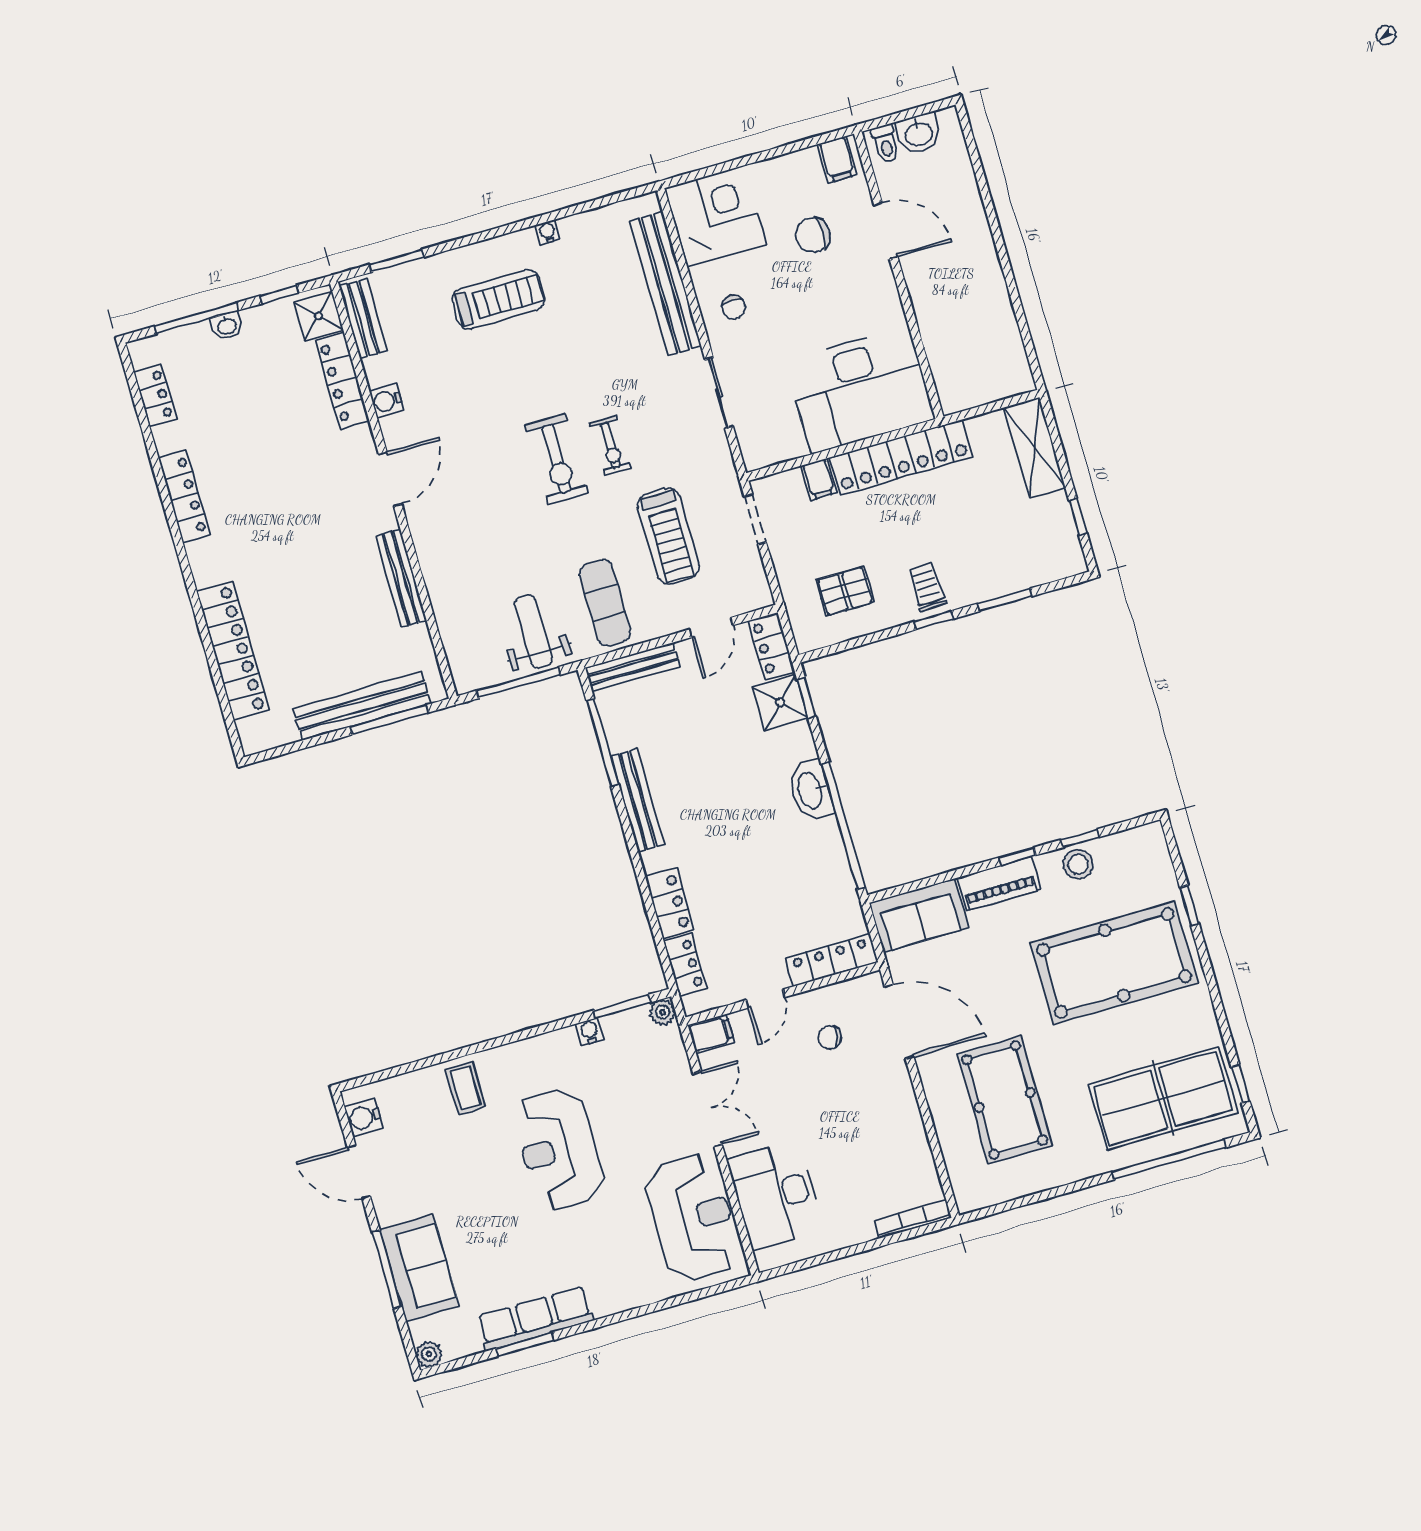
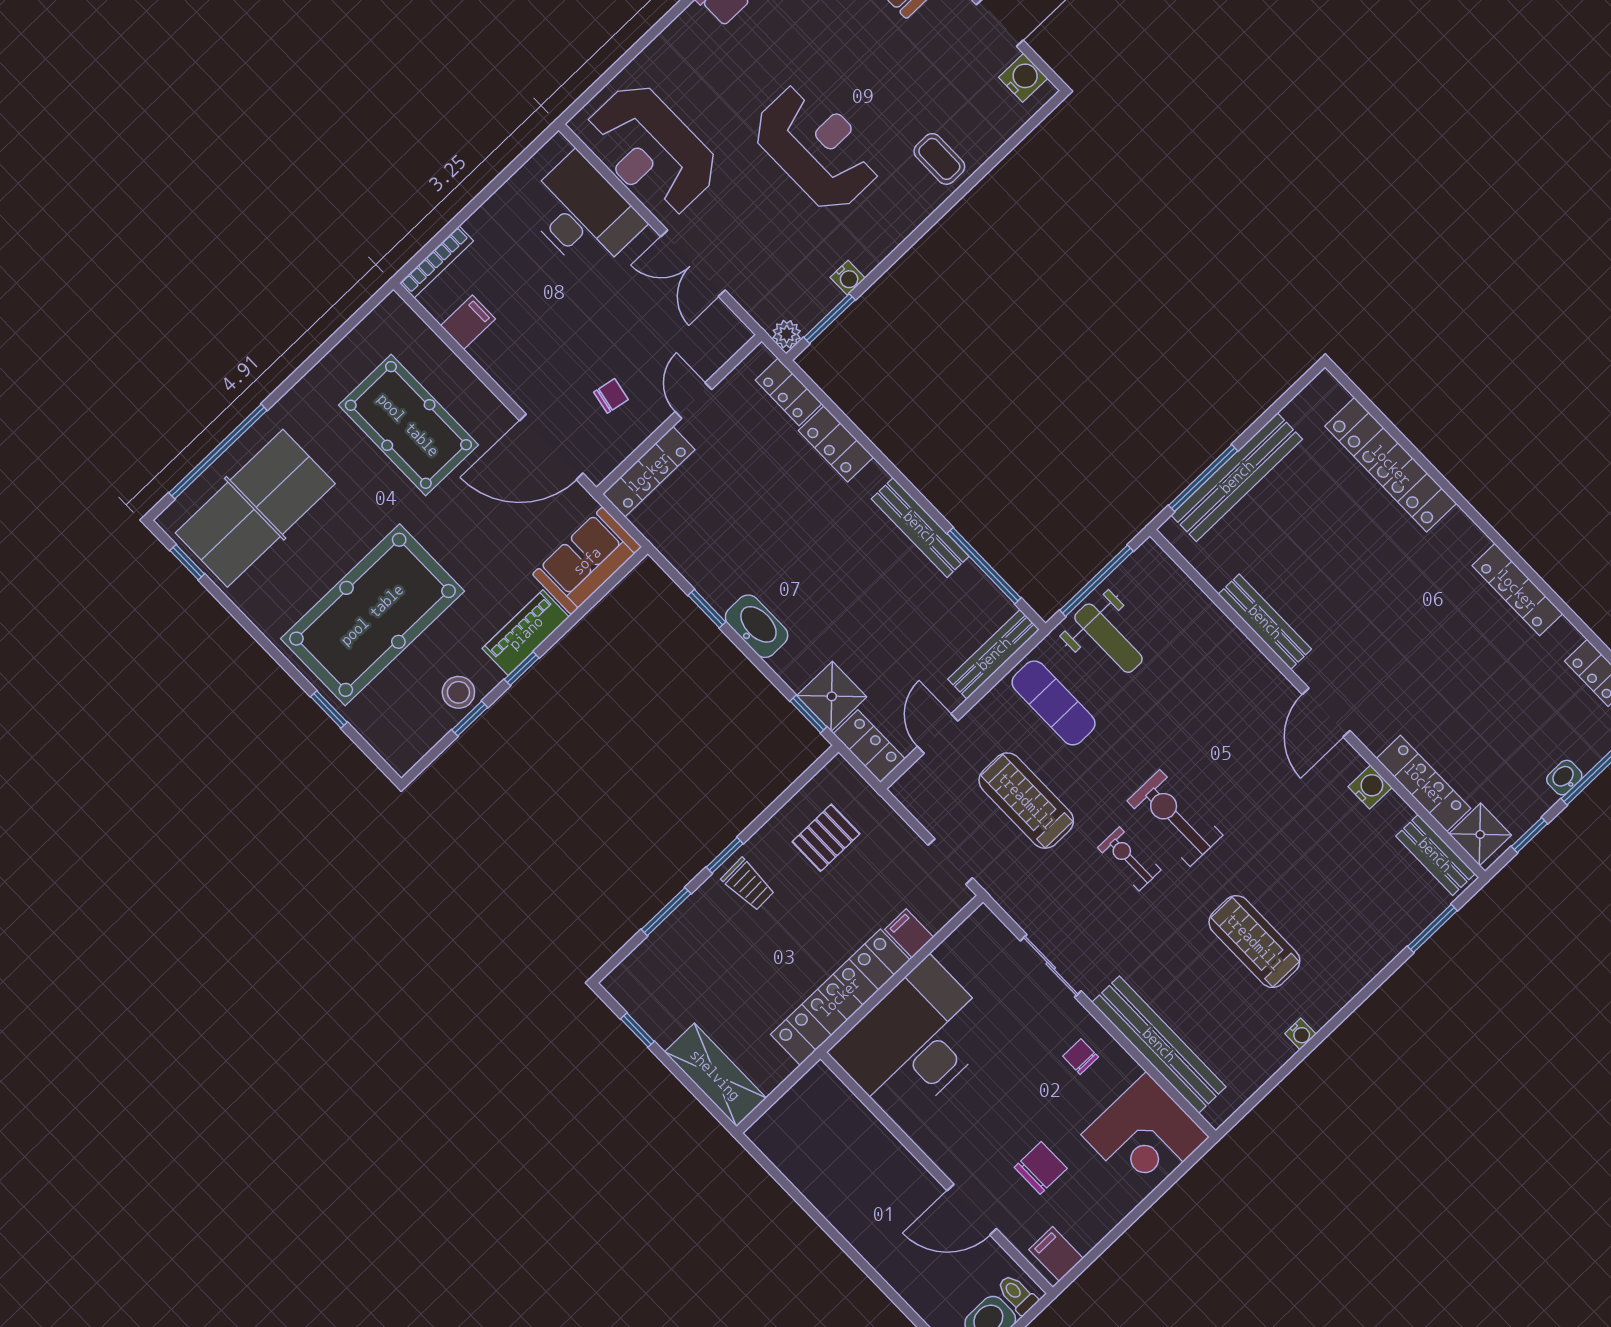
treadmill: (498, 299) -> (1254, 942), moved, turned 90
window: (843, 826) -> (707, 609), width x0.32
filing cabinet: (711, 1034) -> (468, 322), moved, turned 180

